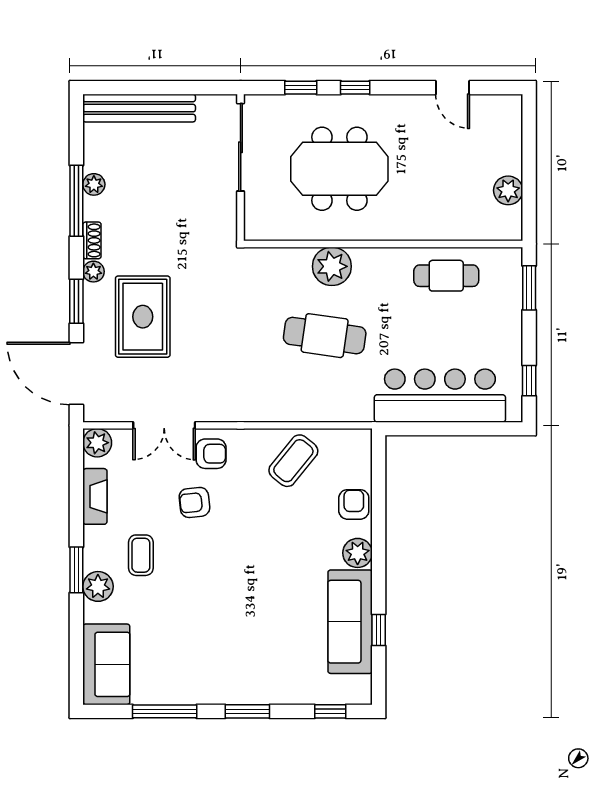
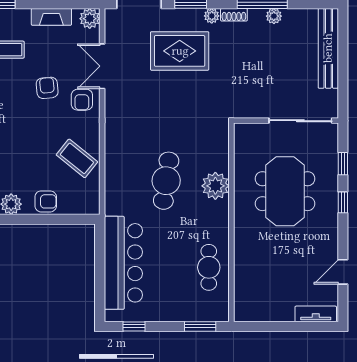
tv unit: (512, 126) -> (316, 314), added
plant: (508, 190) -> (270, 311), removed

